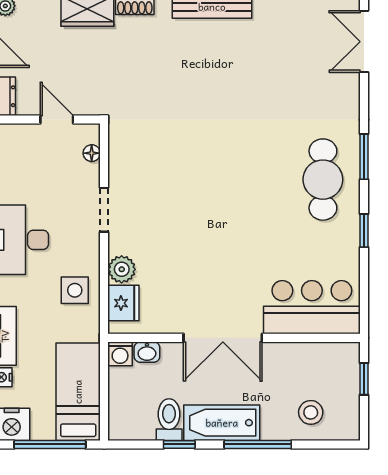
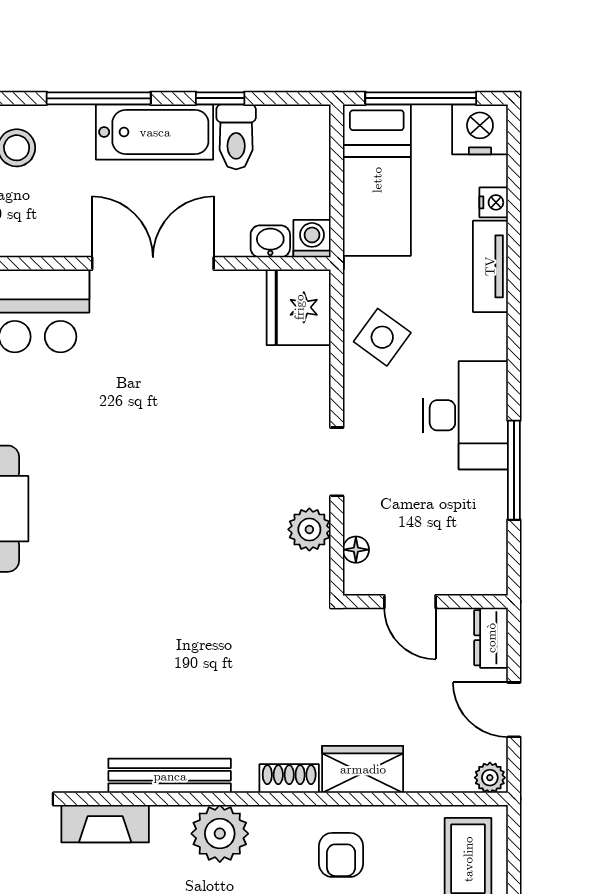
plant: (122, 269) -> (309, 529), moved
side table: (75, 290) -> (382, 337), turned 36
fridge: (123, 303) -> (299, 307), width x1.36, depth x1.34

